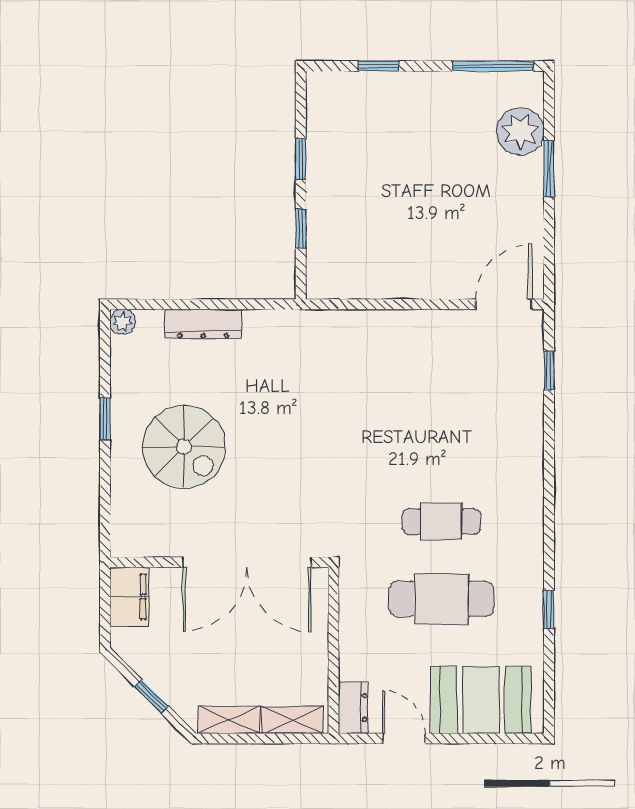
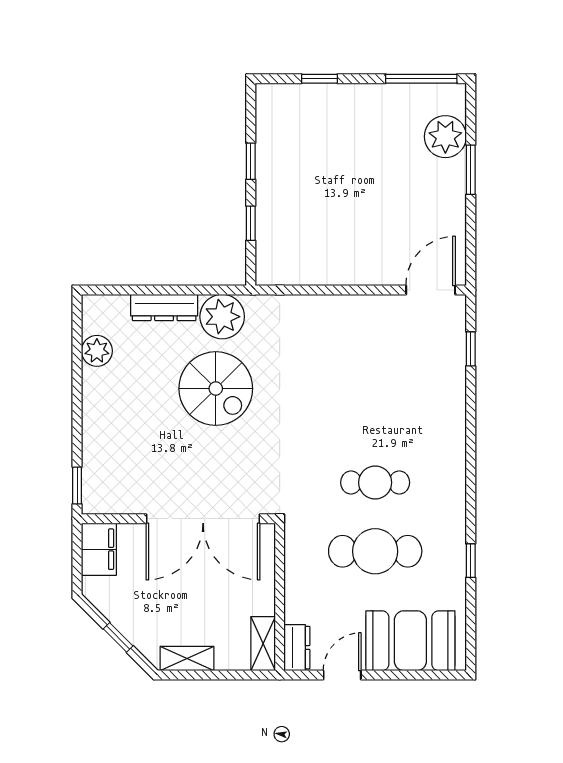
plant: (123, 322) -> (97, 351), moved, width x1.38, depth x1.38
plant: (269, 334) -> (222, 317), added
window: (105, 419) -> (77, 486), moved
spiral stairs: (184, 447) -> (216, 389), moved
shelving: (292, 720) -> (263, 644), moved, turned 90
door: (404, 739) -> (342, 675), hinge flipped

